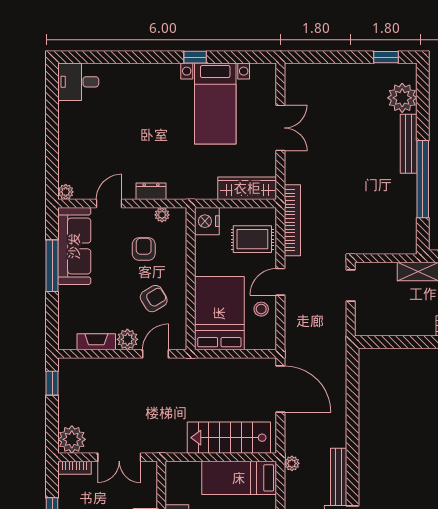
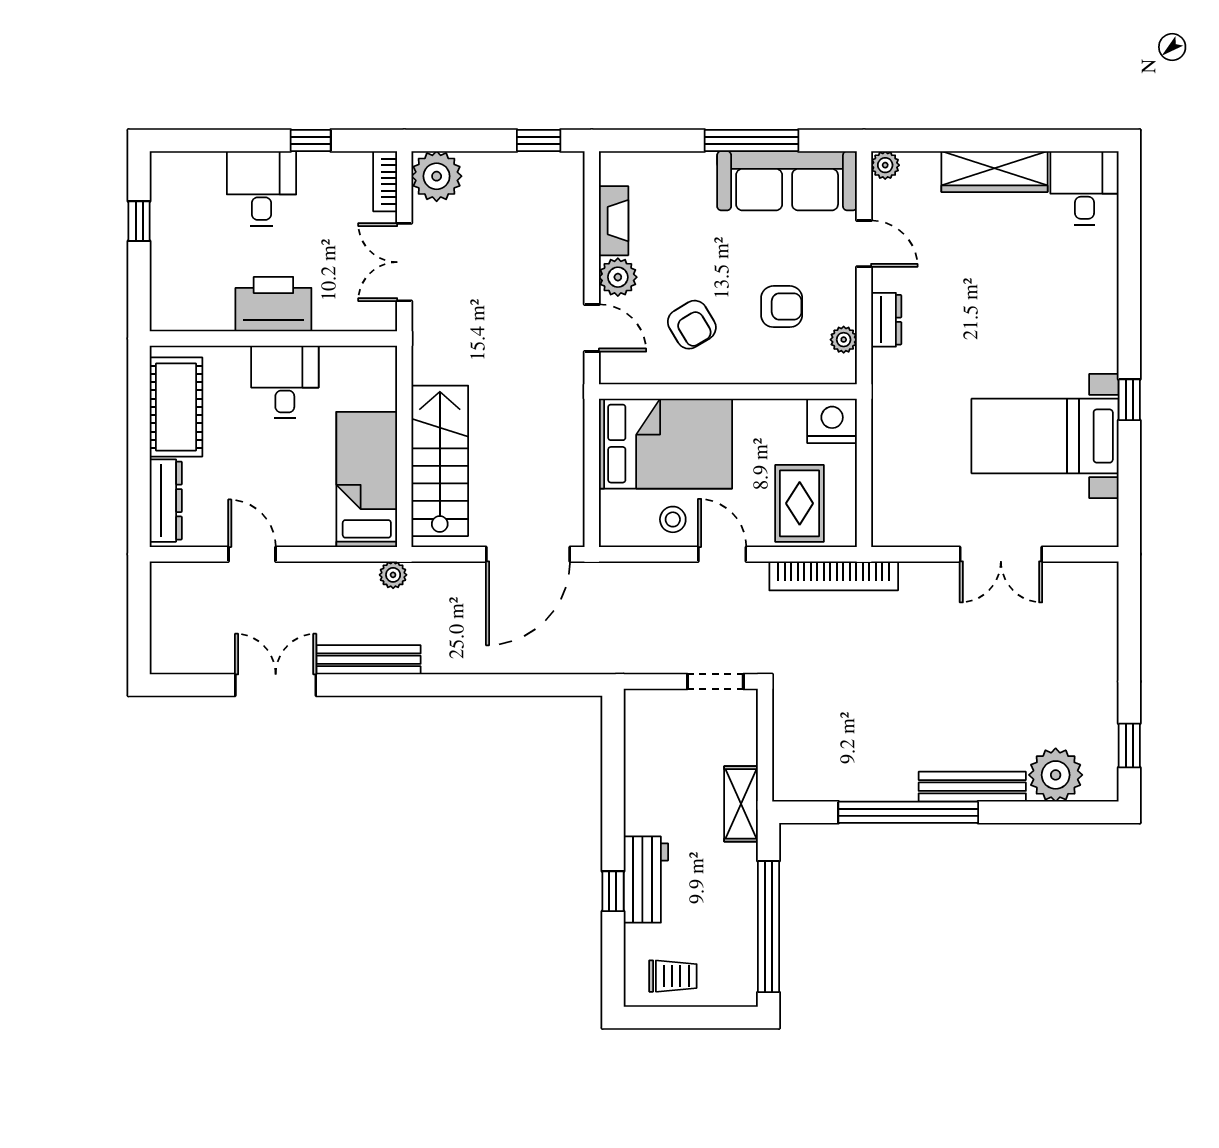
wardrobe: (247, 188) -> (994, 172), moved, turned 90

